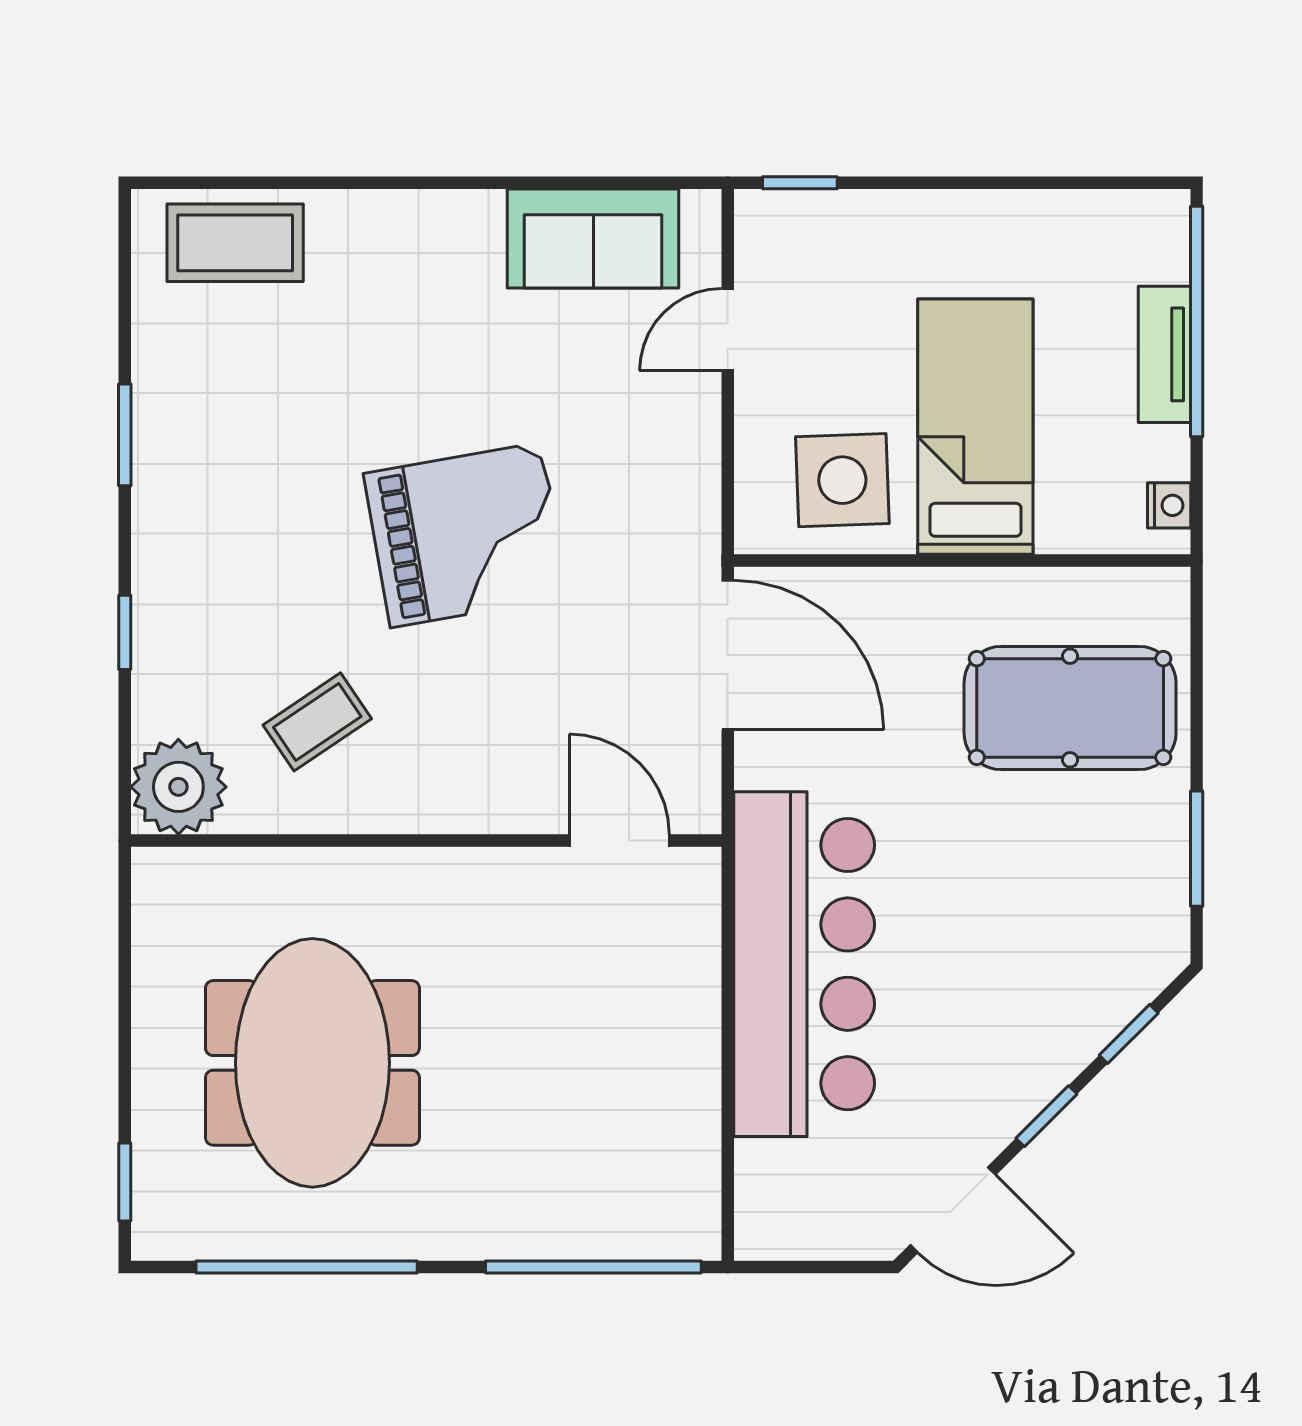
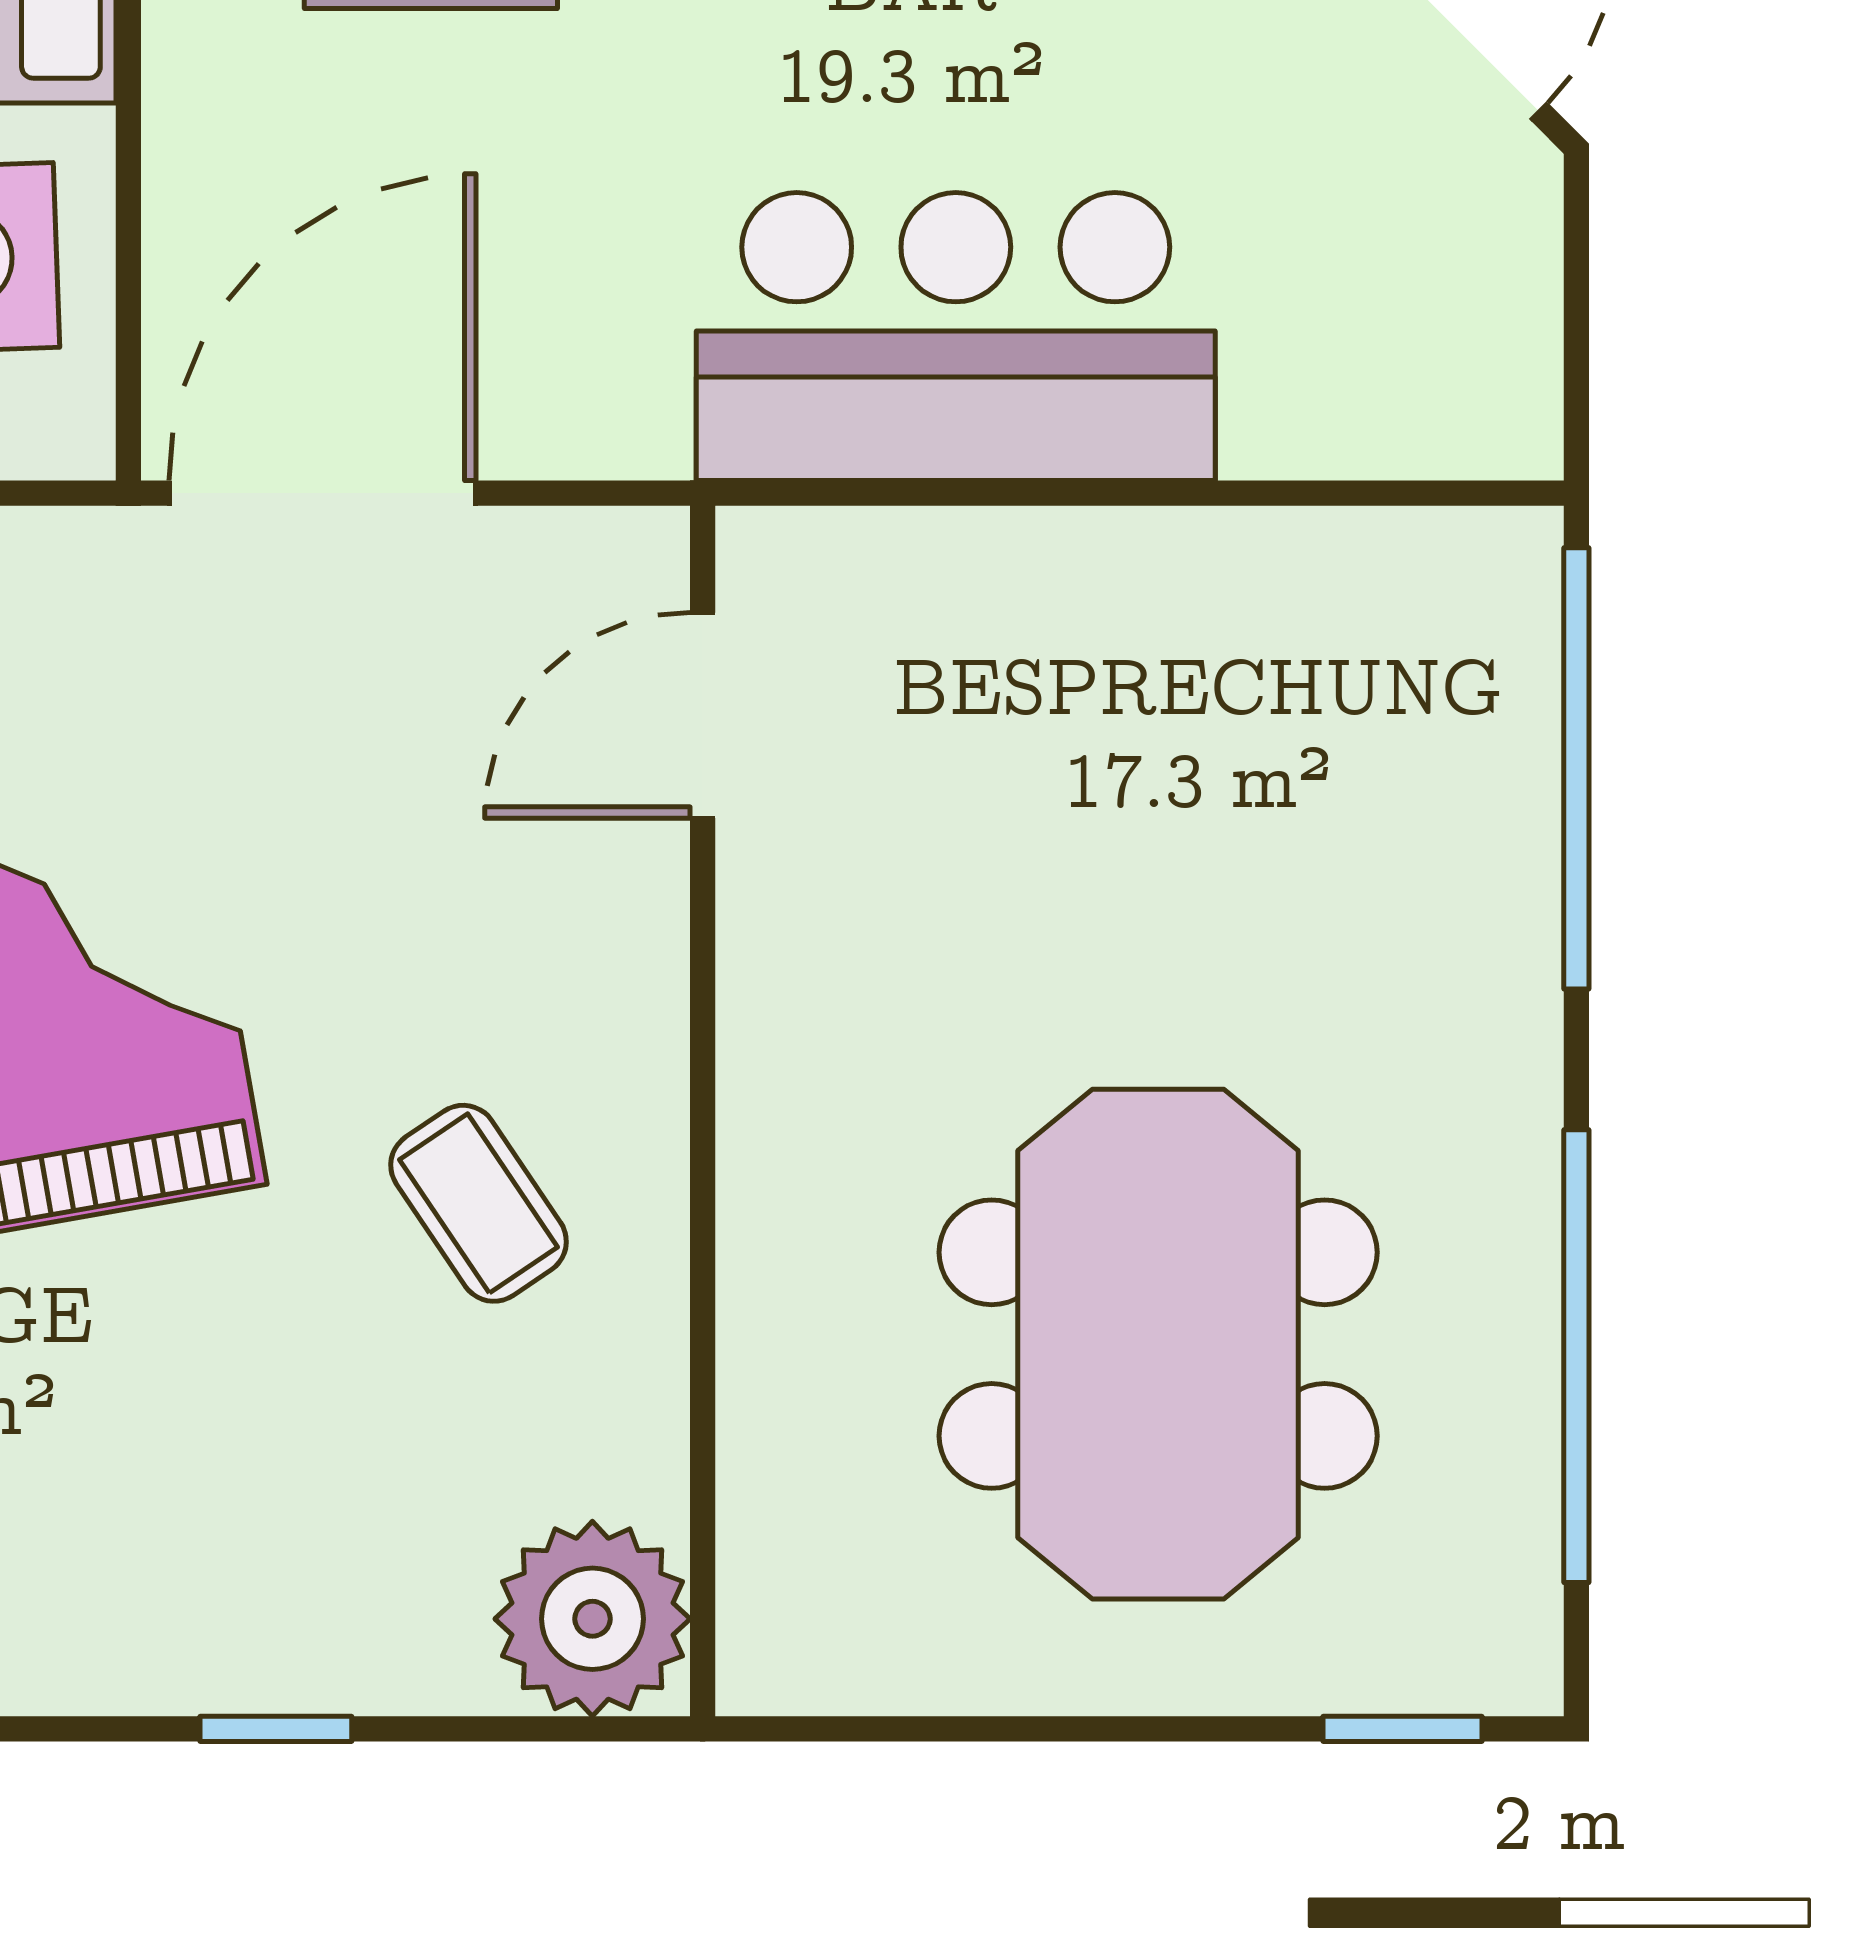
coffee table: (317, 722) -> (479, 1203), moved
bar counter: (804, 964) -> (956, 337), width x0.73
meeting table: (312, 1063) -> (1158, 1344), turned 90

